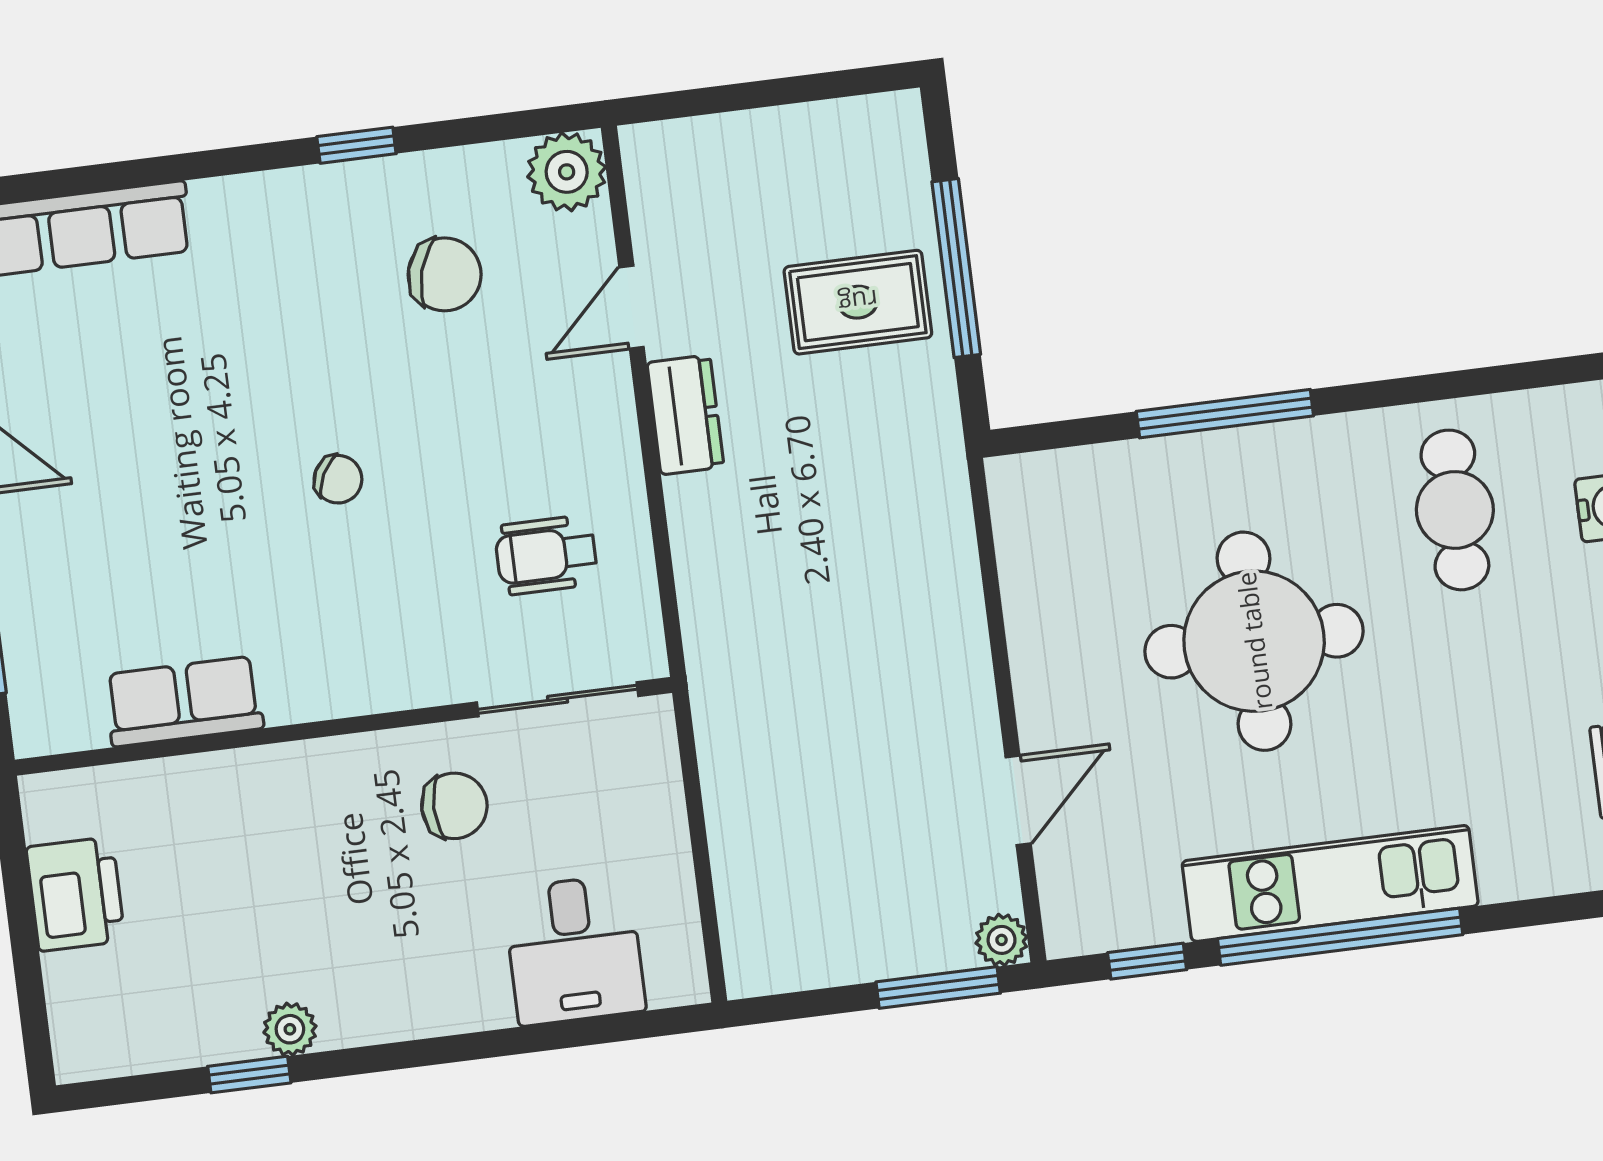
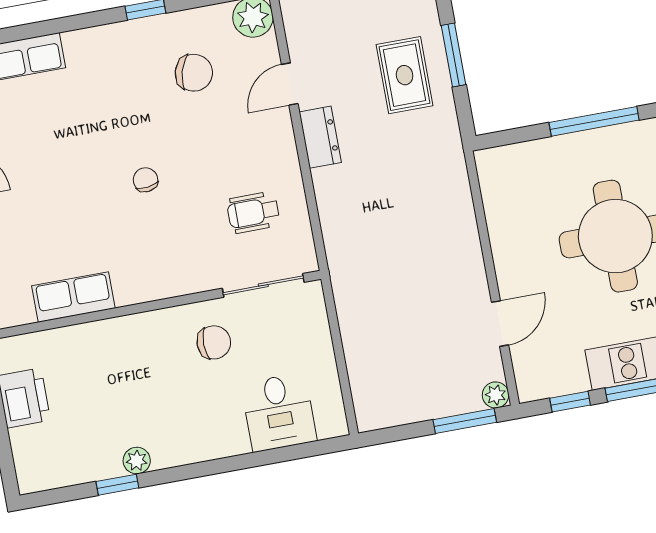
window: (956, 268) -> (454, 55), width x0.69
rug: (858, 302) -> (405, 75), turned 90
chair: (338, 479) -> (145, 180), turned -124

